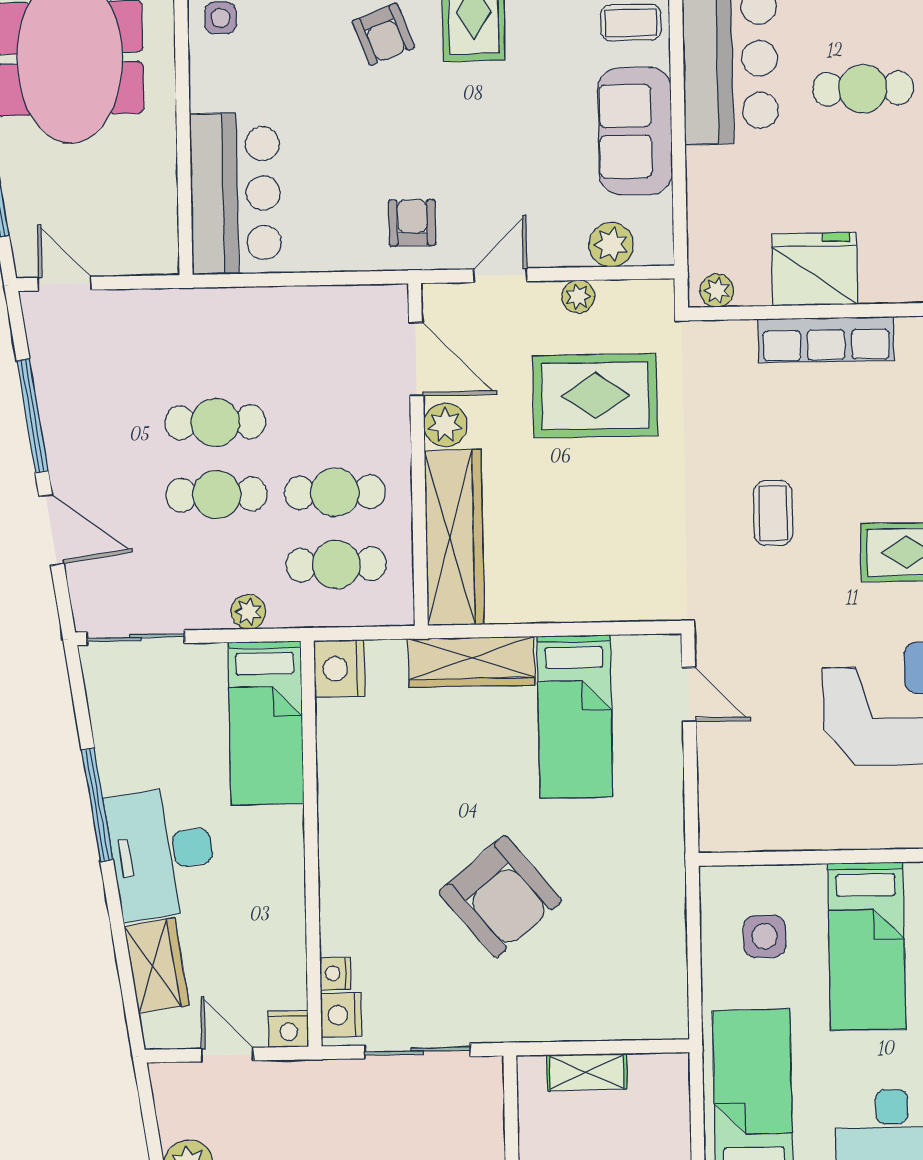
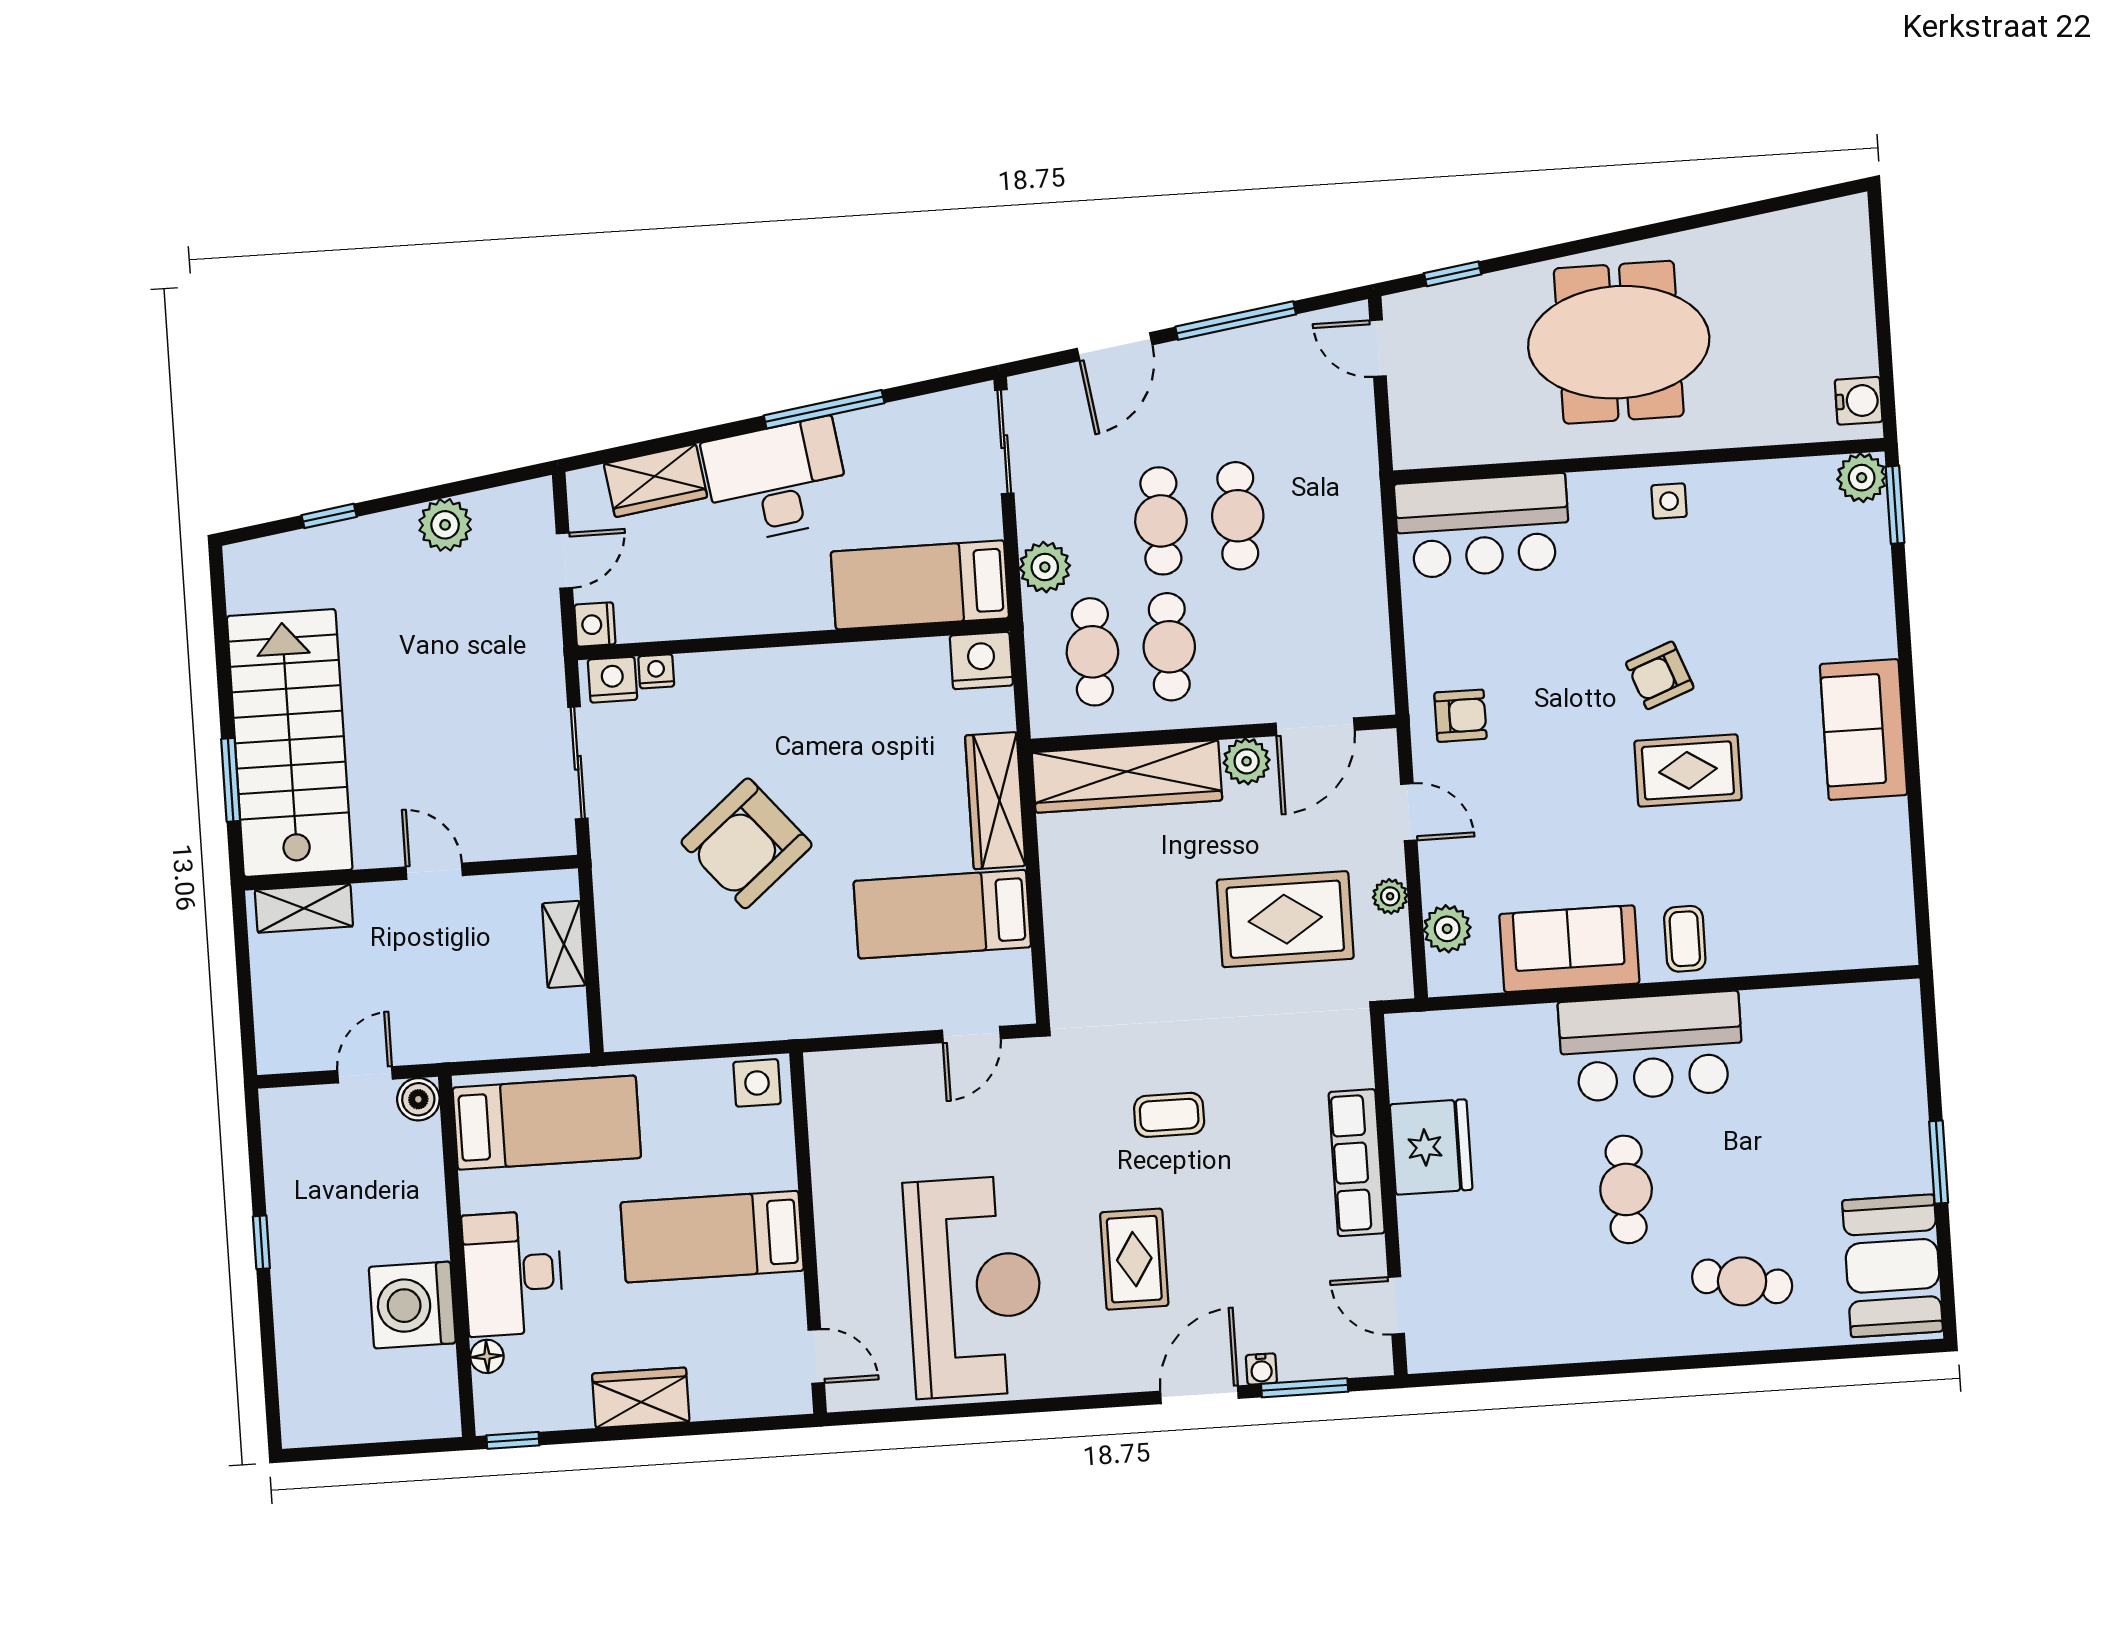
door: (65, 284) -> (1378, 348), swing flipped
plant: (717, 291) -> (1403, 1044), removed
rug: (595, 396) -> (1285, 919), turned 90
plant: (248, 612) -> (1045, 567), width x1.38, depth x1.38
side table: (765, 936) -> (757, 1083), moved

